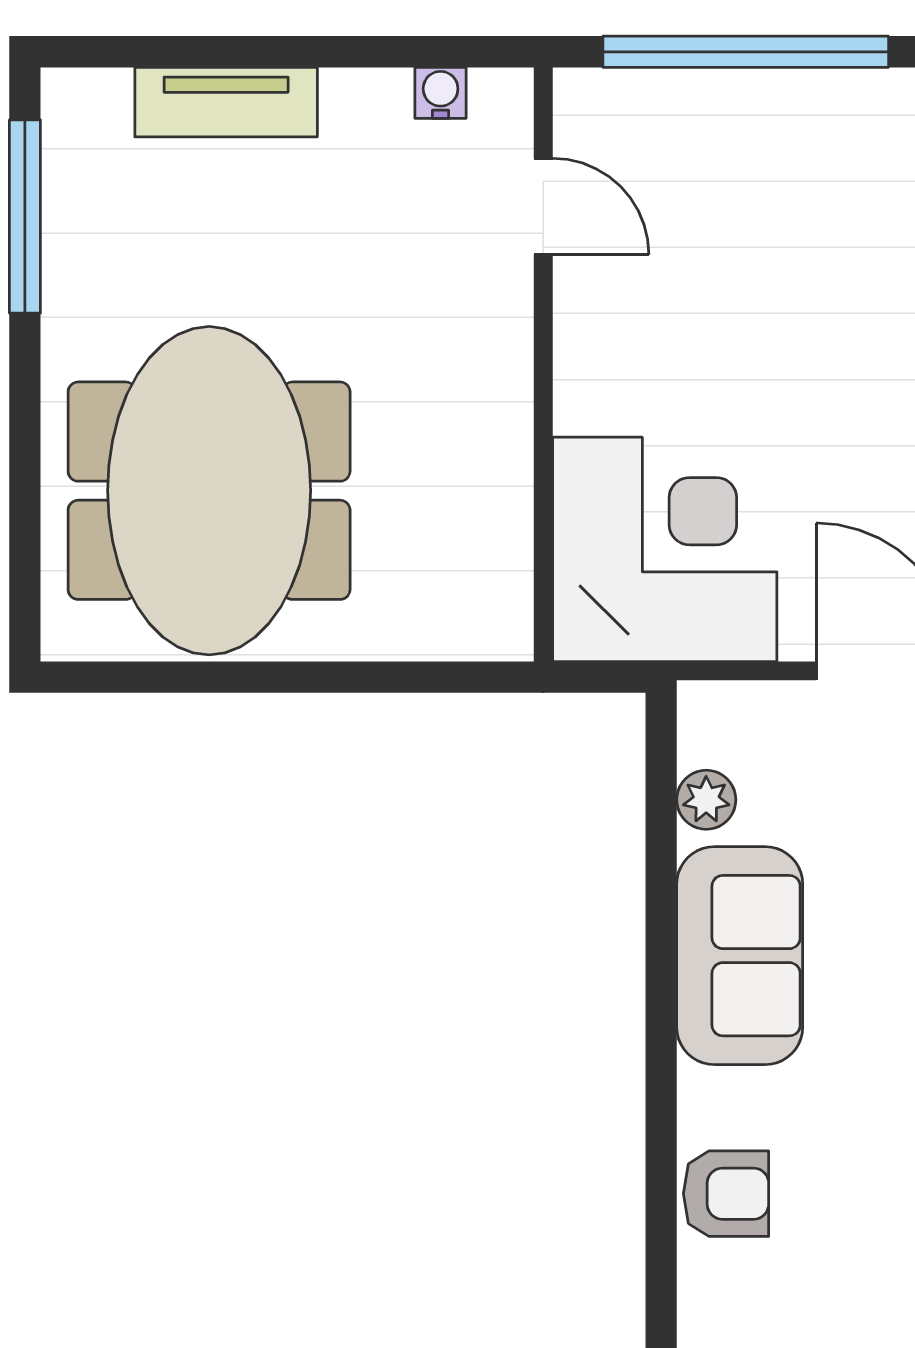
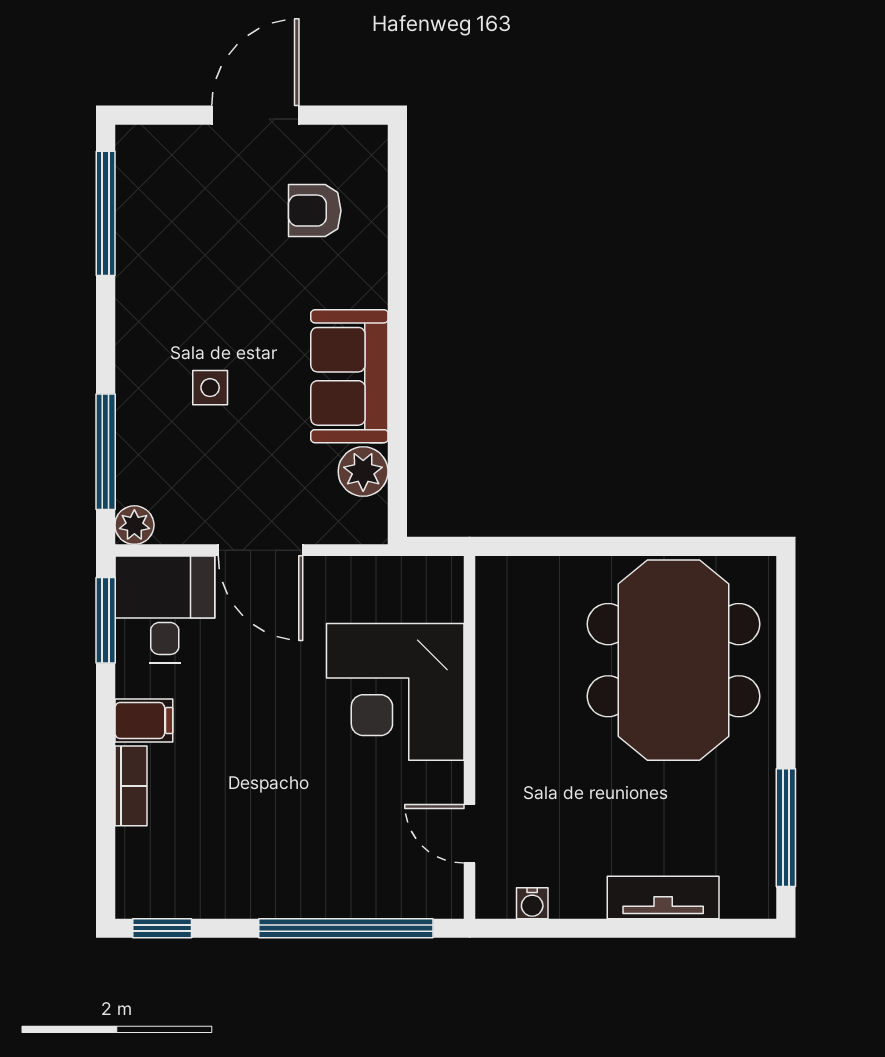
corner desk: (665, 549) -> (395, 692), moved
plant: (706, 800) -> (363, 471), width x1.38, depth x1.38
armchair: (726, 1194) -> (315, 211), moved

